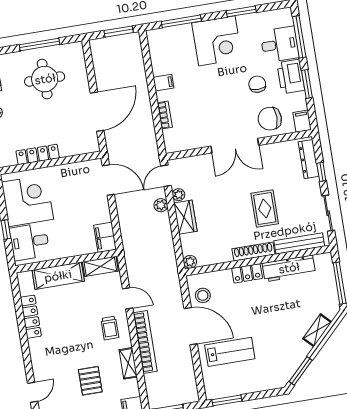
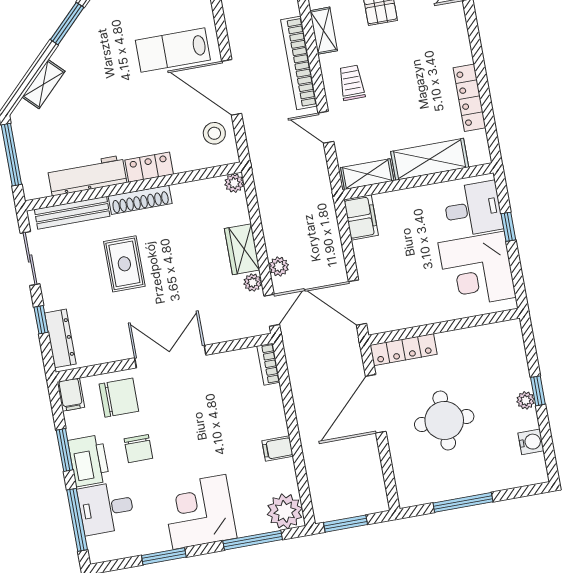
plant: (159, 40) -> (285, 511), added
round table: (45, 79) -> (444, 420), moved
bookcase: (165, 115) -> (268, 364), moved
locker: (38, 154) -> (404, 350), moved

